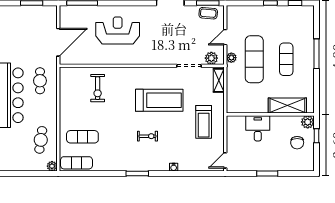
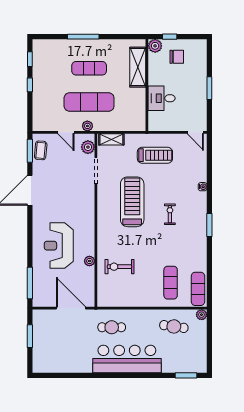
plant: (103, 60) -> (89, 261), added
exercise bike: (98, 88) -> (119, 267), turned 180

